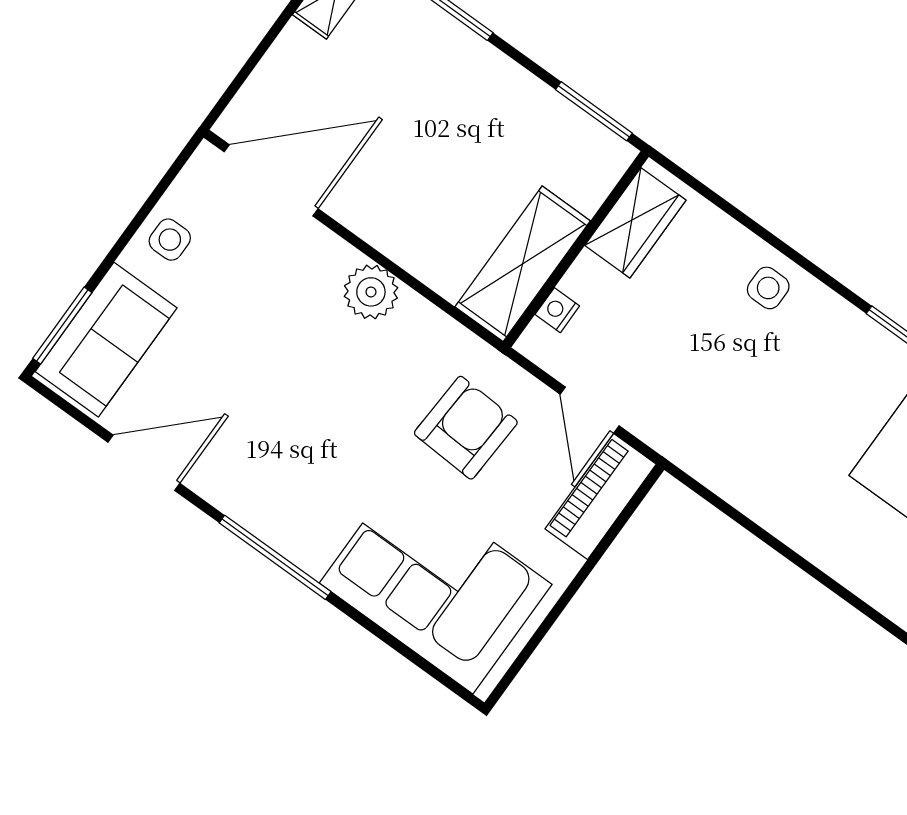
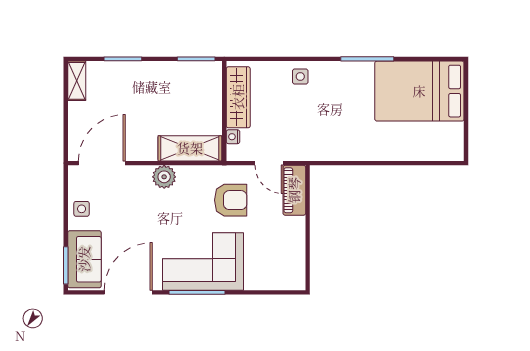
wardrobe: (635, 223) -> (238, 97), width x1.50
shelving: (523, 264) -> (190, 148), moved, turned 90
armchair: (466, 428) -> (231, 200), turned 87
door: (144, 463) -> (128, 292), width x1.36
corner sofa: (436, 584) -> (203, 261), moved

